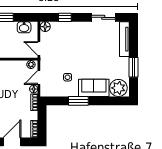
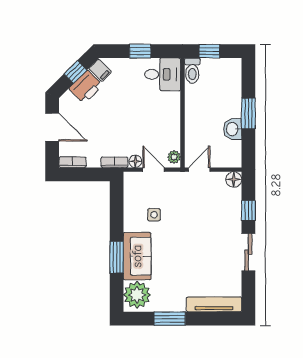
sliding door: (103, 17) -> (248, 252), moved
washbasin: (24, 27) -> (233, 129), moved
window: (78, 101) -> (117, 257), moved

